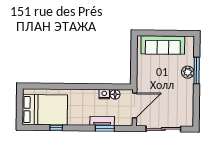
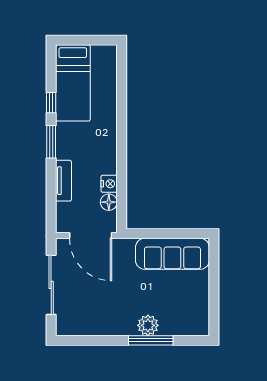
sofa: (163, 45) -> (172, 254), moved, turned -90
bed: (45, 110) -> (73, 83), width x0.67
window: (105, 128) -> (51, 142), moved

